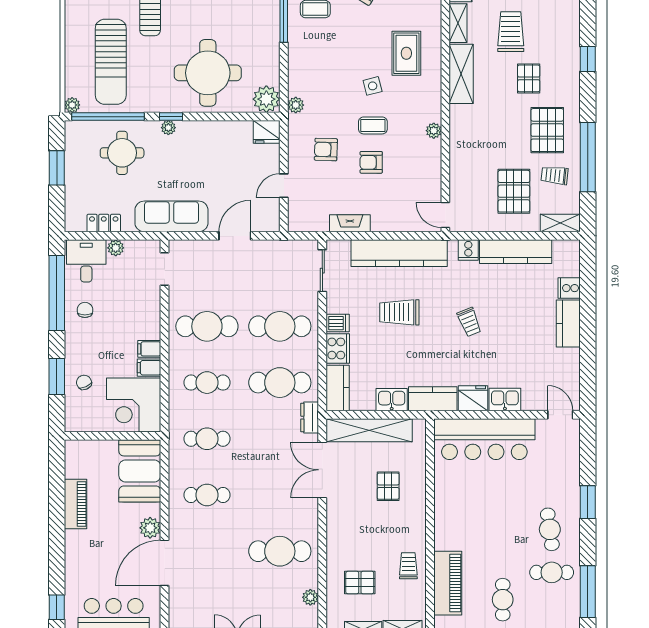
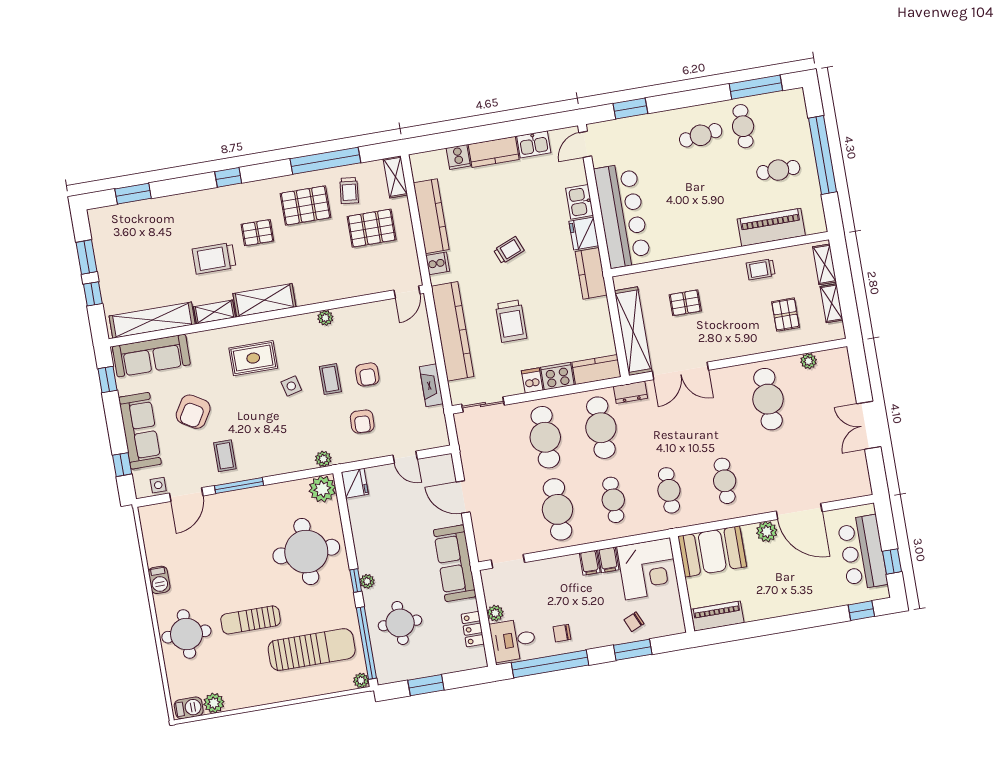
kitchen sink: (392, 400) -> (534, 144), moved, turned -90
window: (588, 502) -> (630, 109), moved
piano: (76, 504) -> (717, 616), moved

